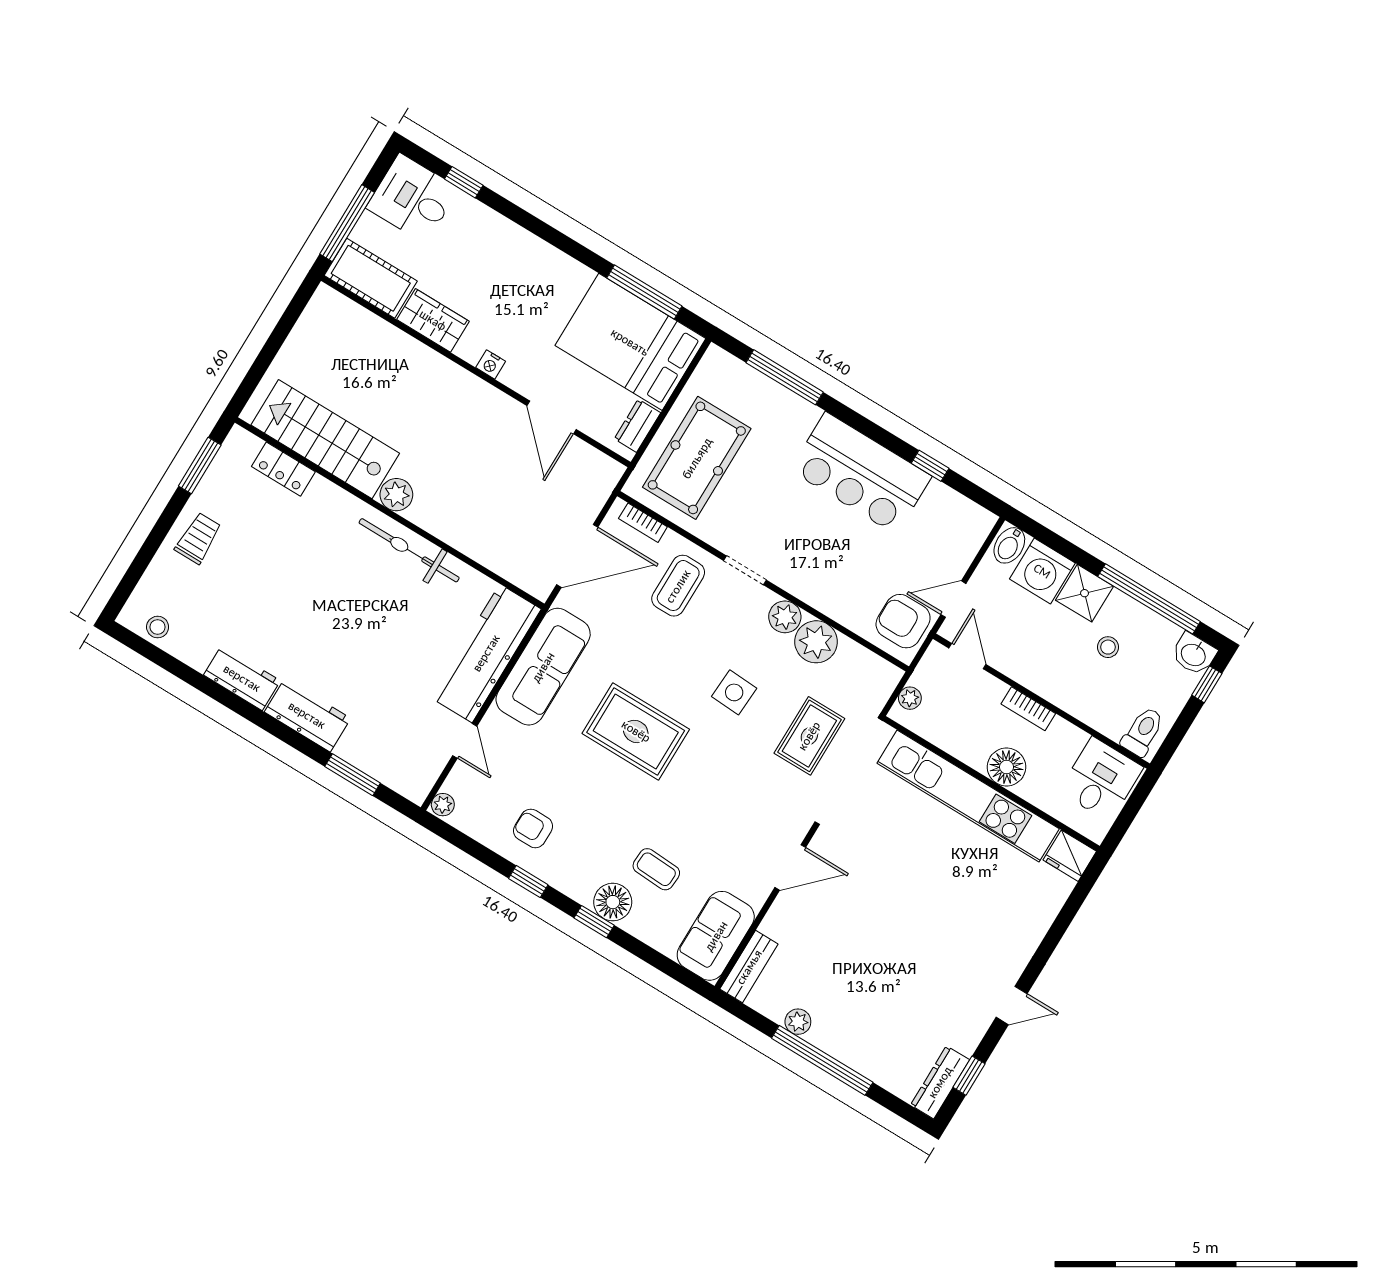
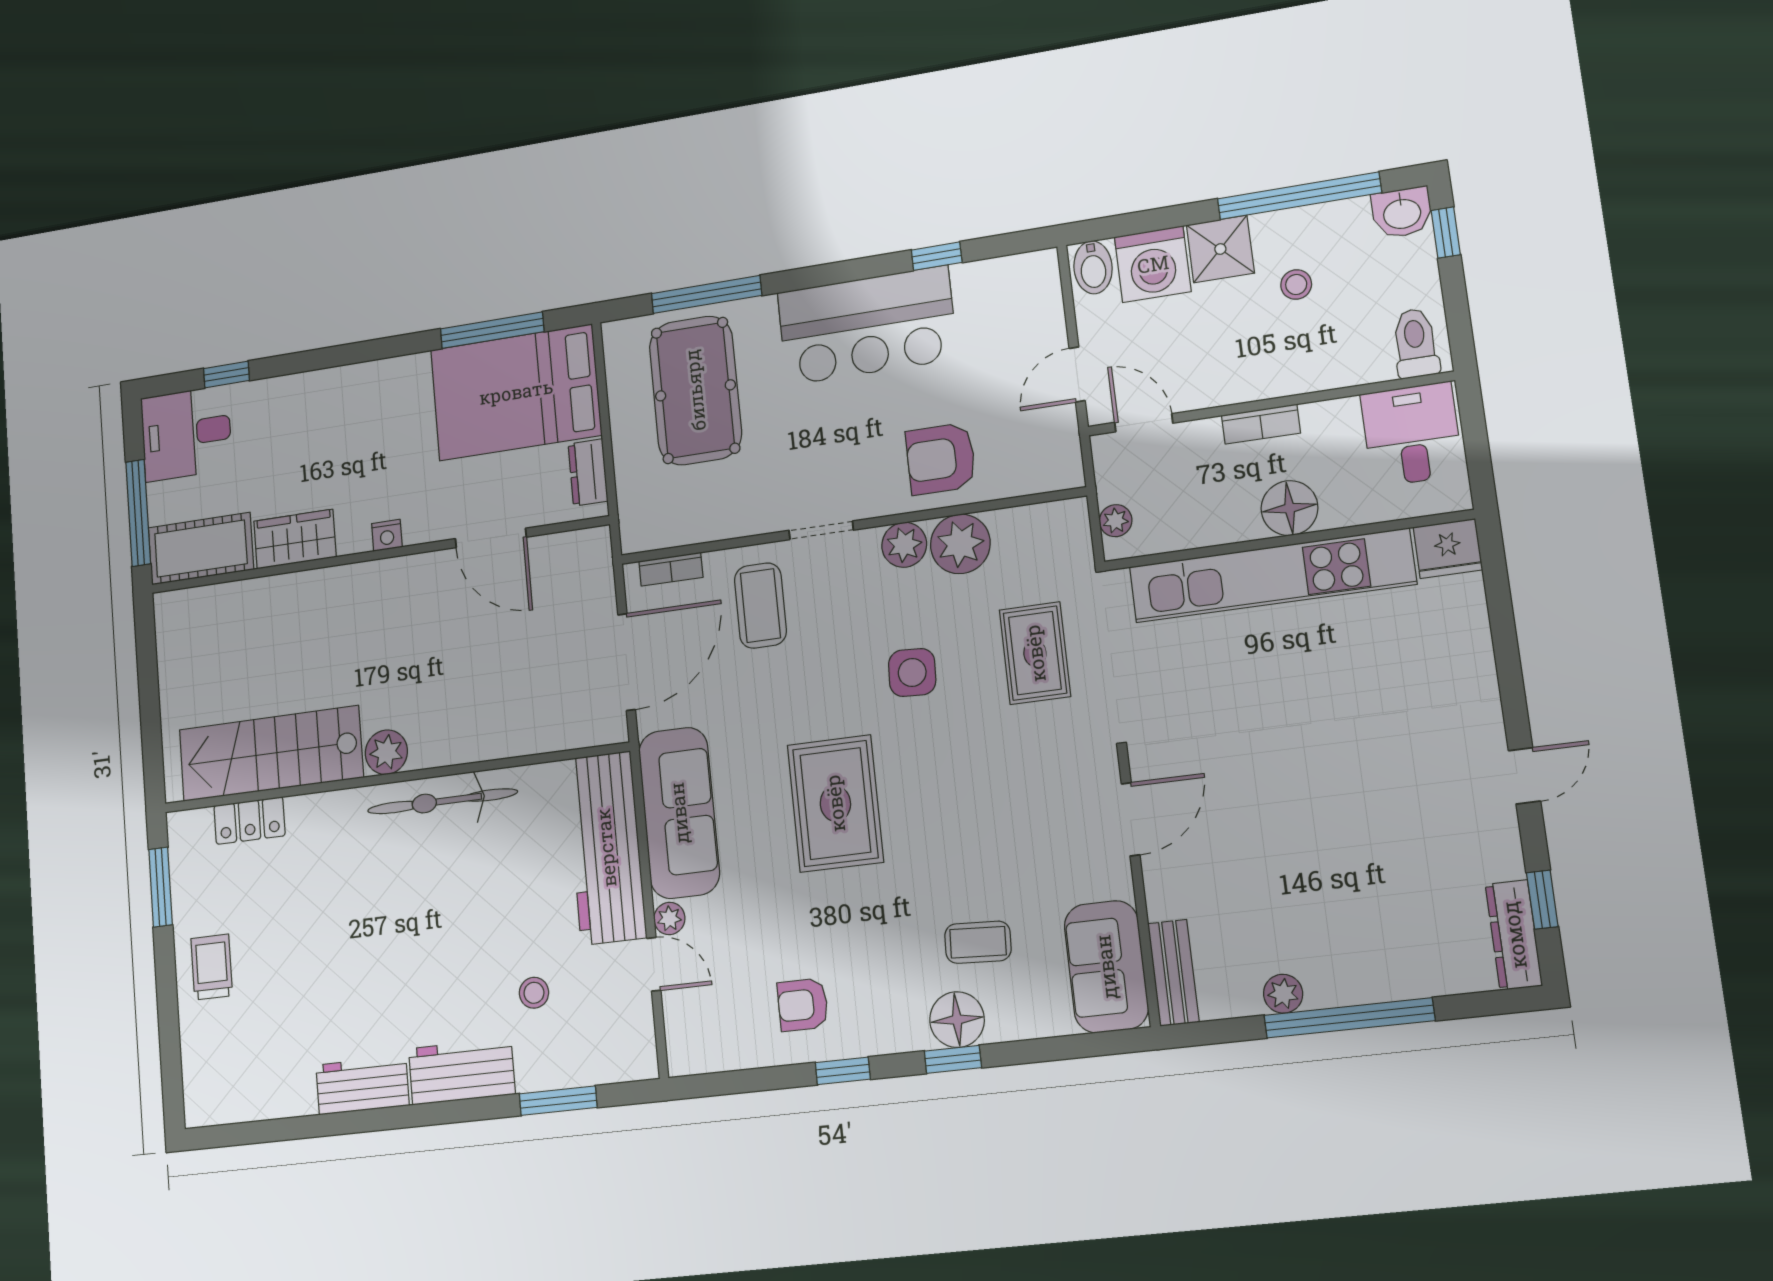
pool table: (697, 458) -> (695, 390), moved
armchair: (903, 621) -> (941, 459), moved
stool: (158, 627) -> (534, 993), moved
rug: (636, 731) -> (835, 803), turned 90
plant: (443, 805) -> (669, 918), moved

